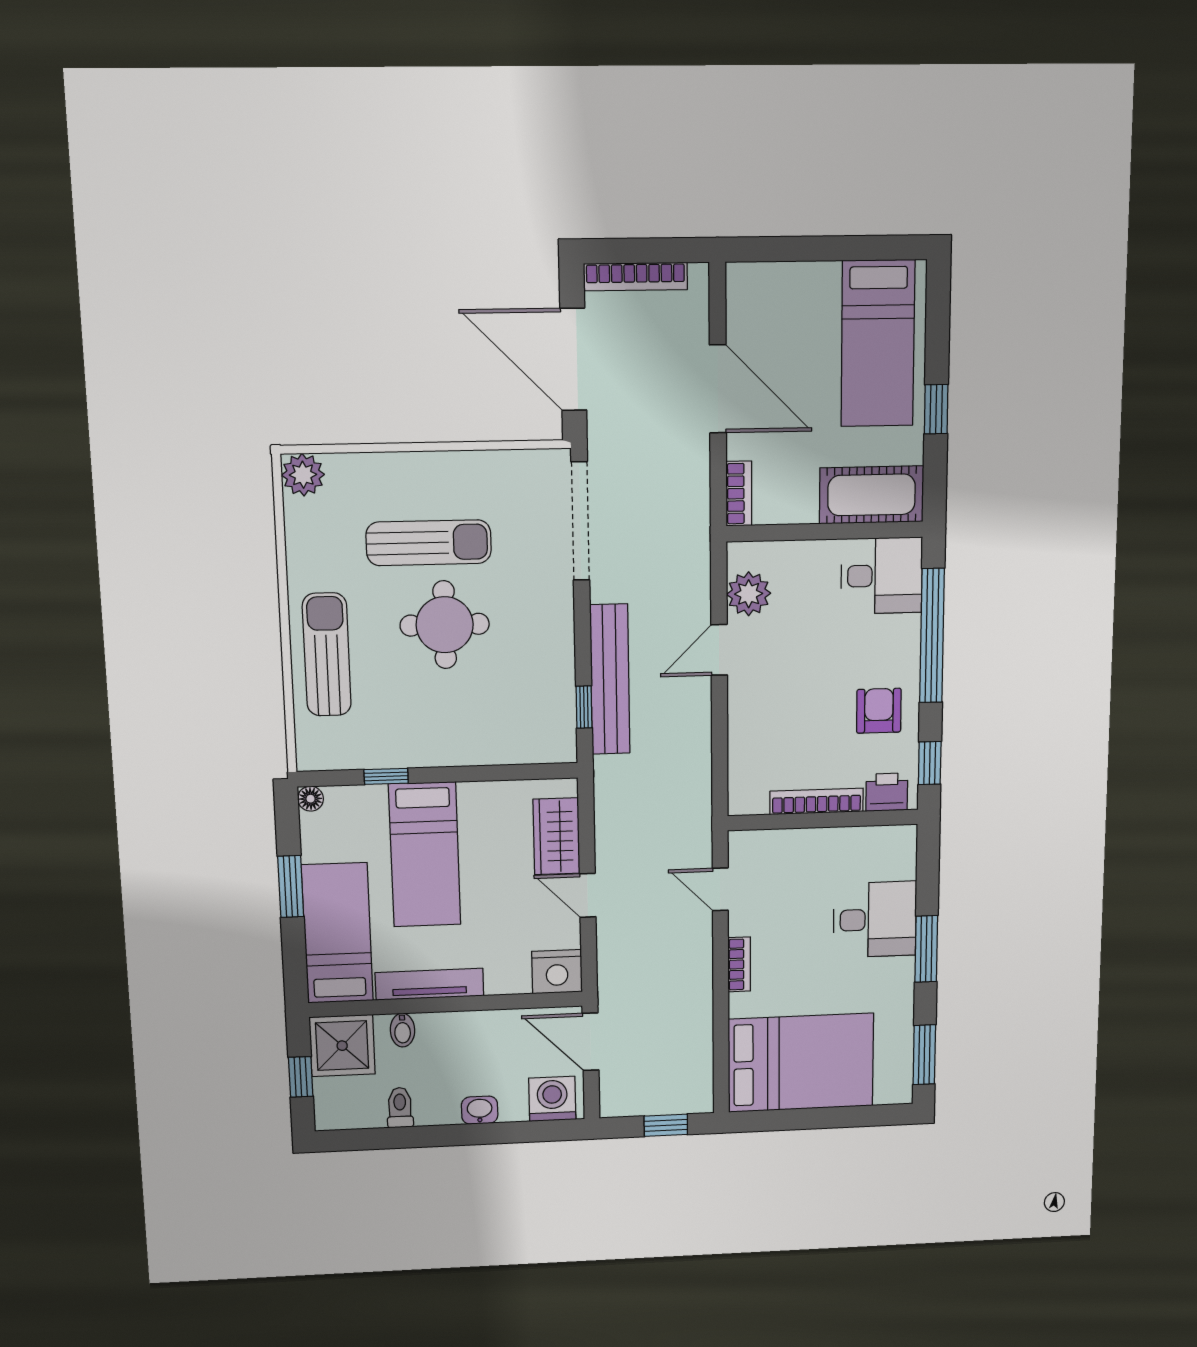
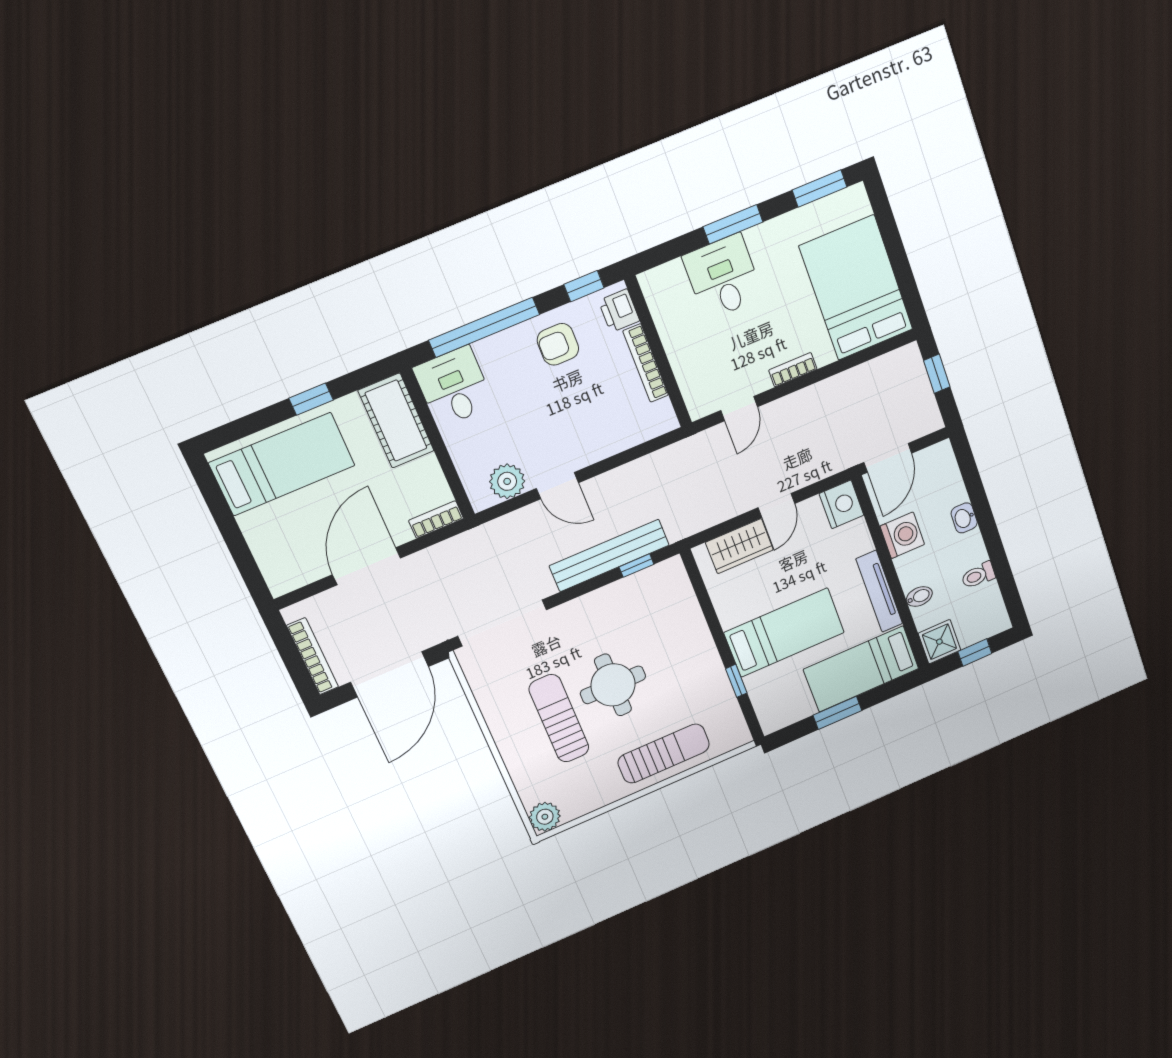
sun lounger: (327, 655) -> (664, 753), turned 180
floor lamp: (311, 799) -> (770, 724), removed
shower: (342, 1046) -> (939, 642), width x0.73, depth x0.73
washing machine: (552, 1099) -> (902, 535), moved, turned 180

